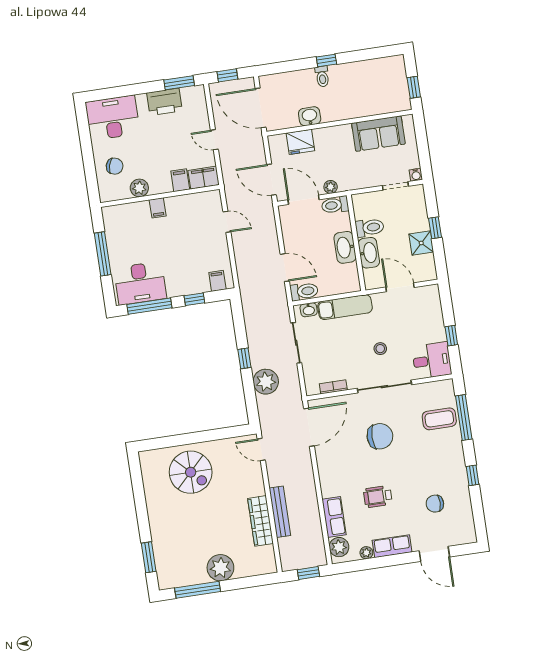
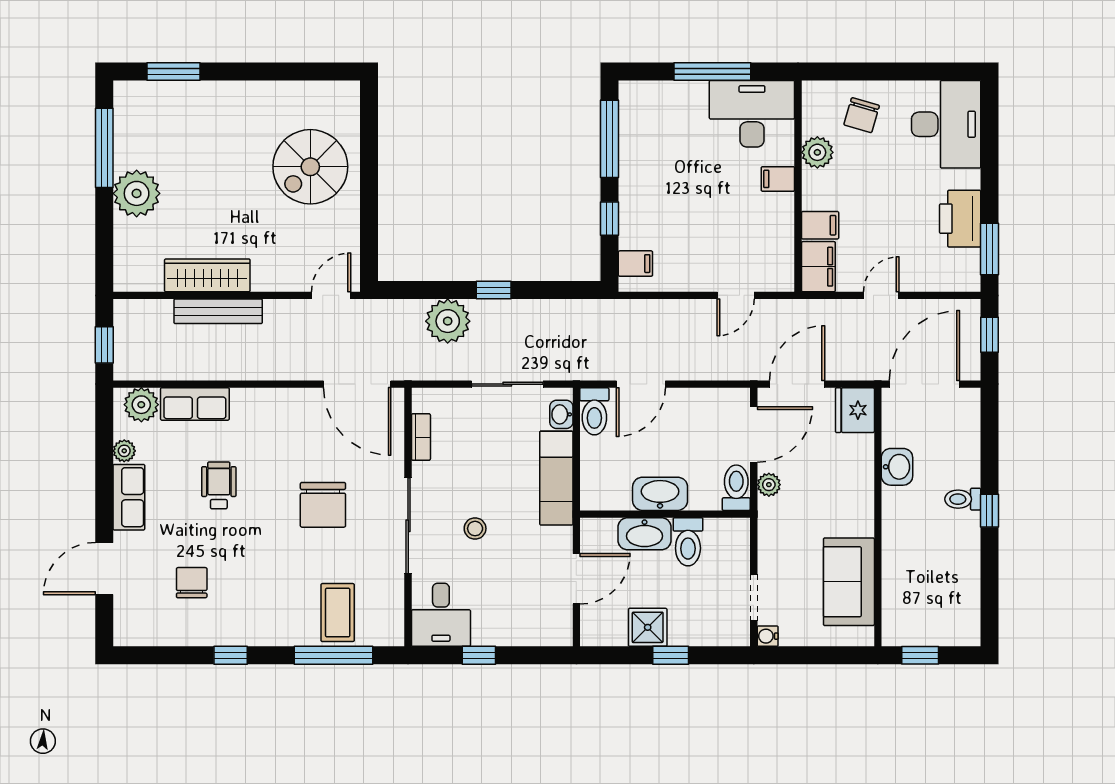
fridge: (300, 142) -> (855, 410), moved
desk: (140, 283) -> (752, 114), moved, turned 90

